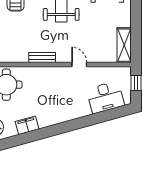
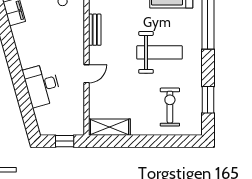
desk: (105, 97) -> (42, 85), moved

